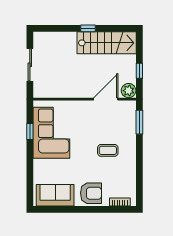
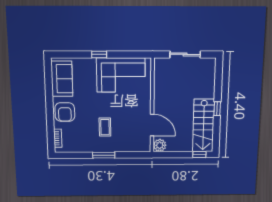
window: (139, 71) -> (199, 155), moved
window: (139, 122) -> (104, 155), moved
window: (30, 132) -> (99, 54), moved

